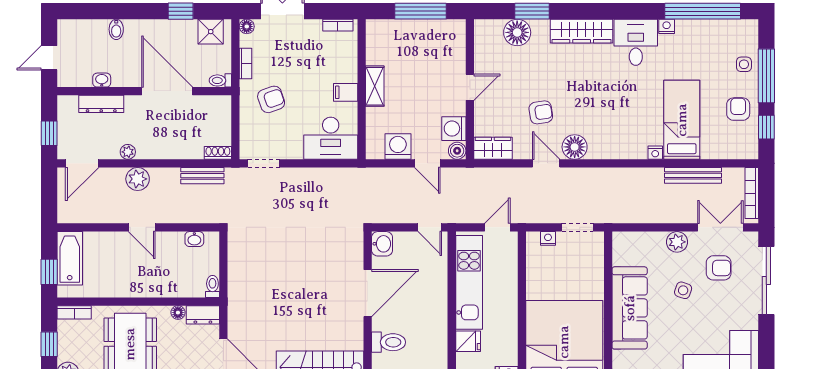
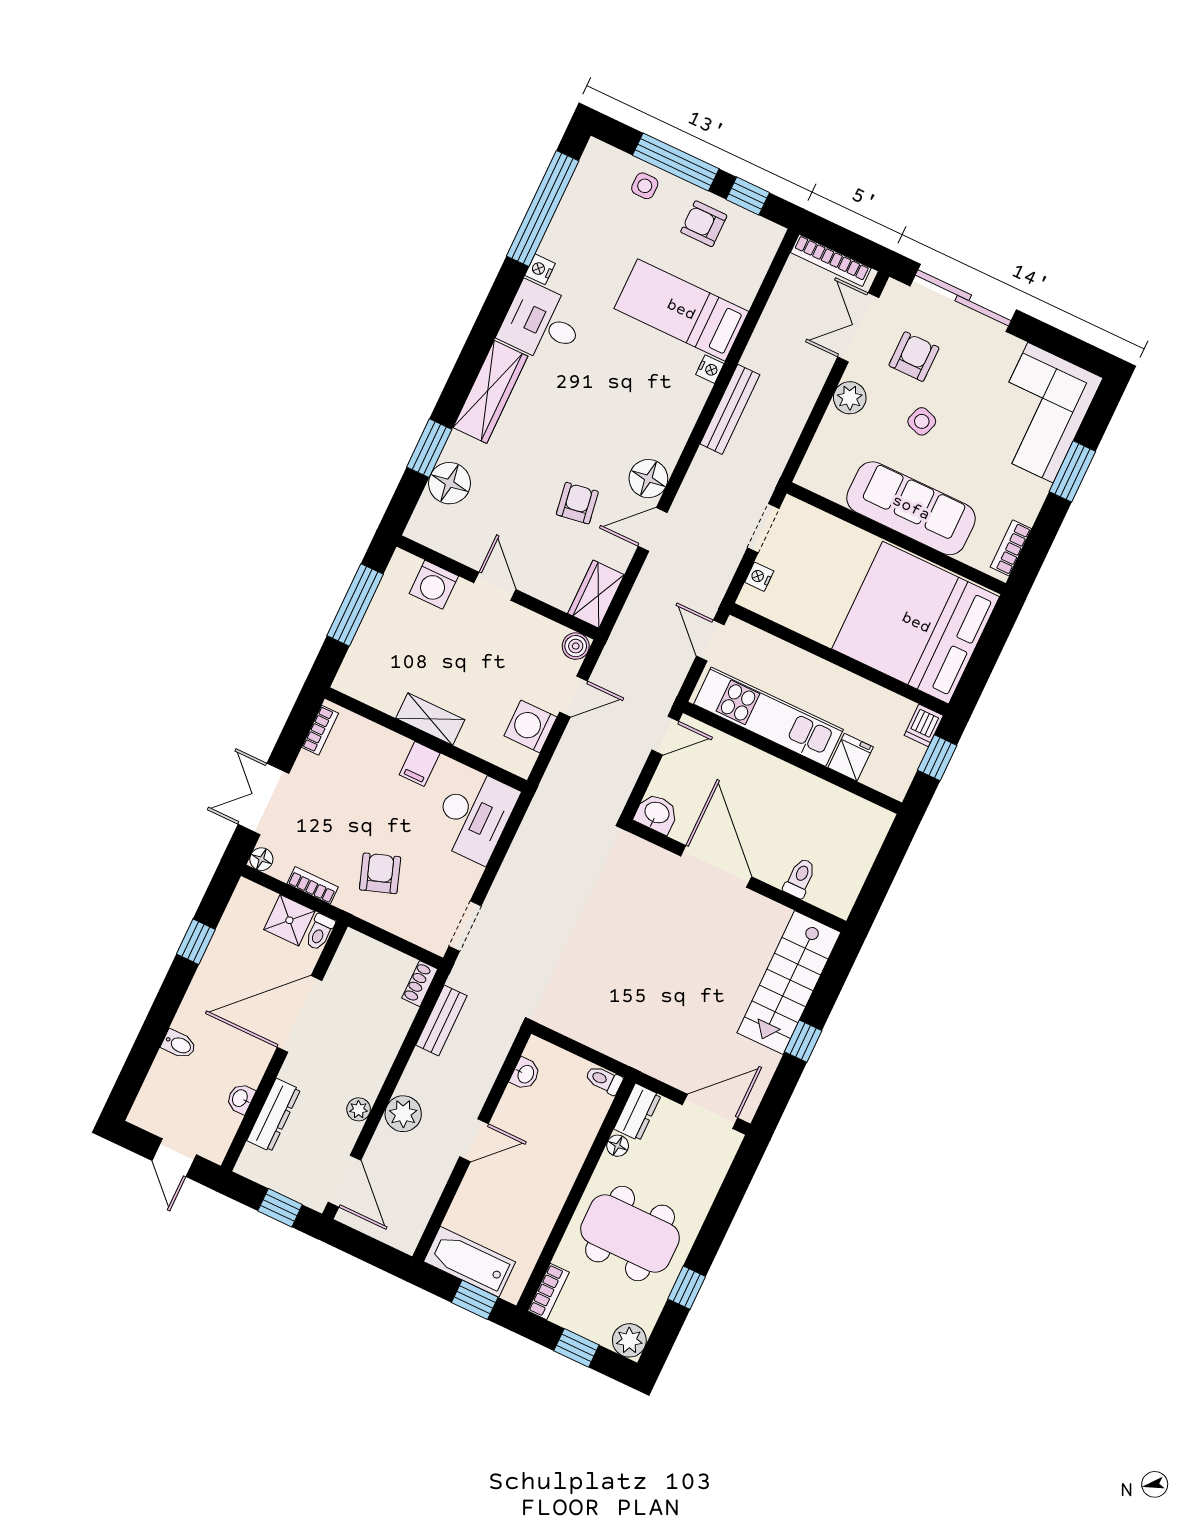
shower: (211, 32) -> (289, 920), moved
washing machine: (454, 129) -> (434, 585), moved
bench: (693, 175) -> (730, 409), moved
toilet: (389, 342) -> (800, 878), width x0.73, depth x0.72

